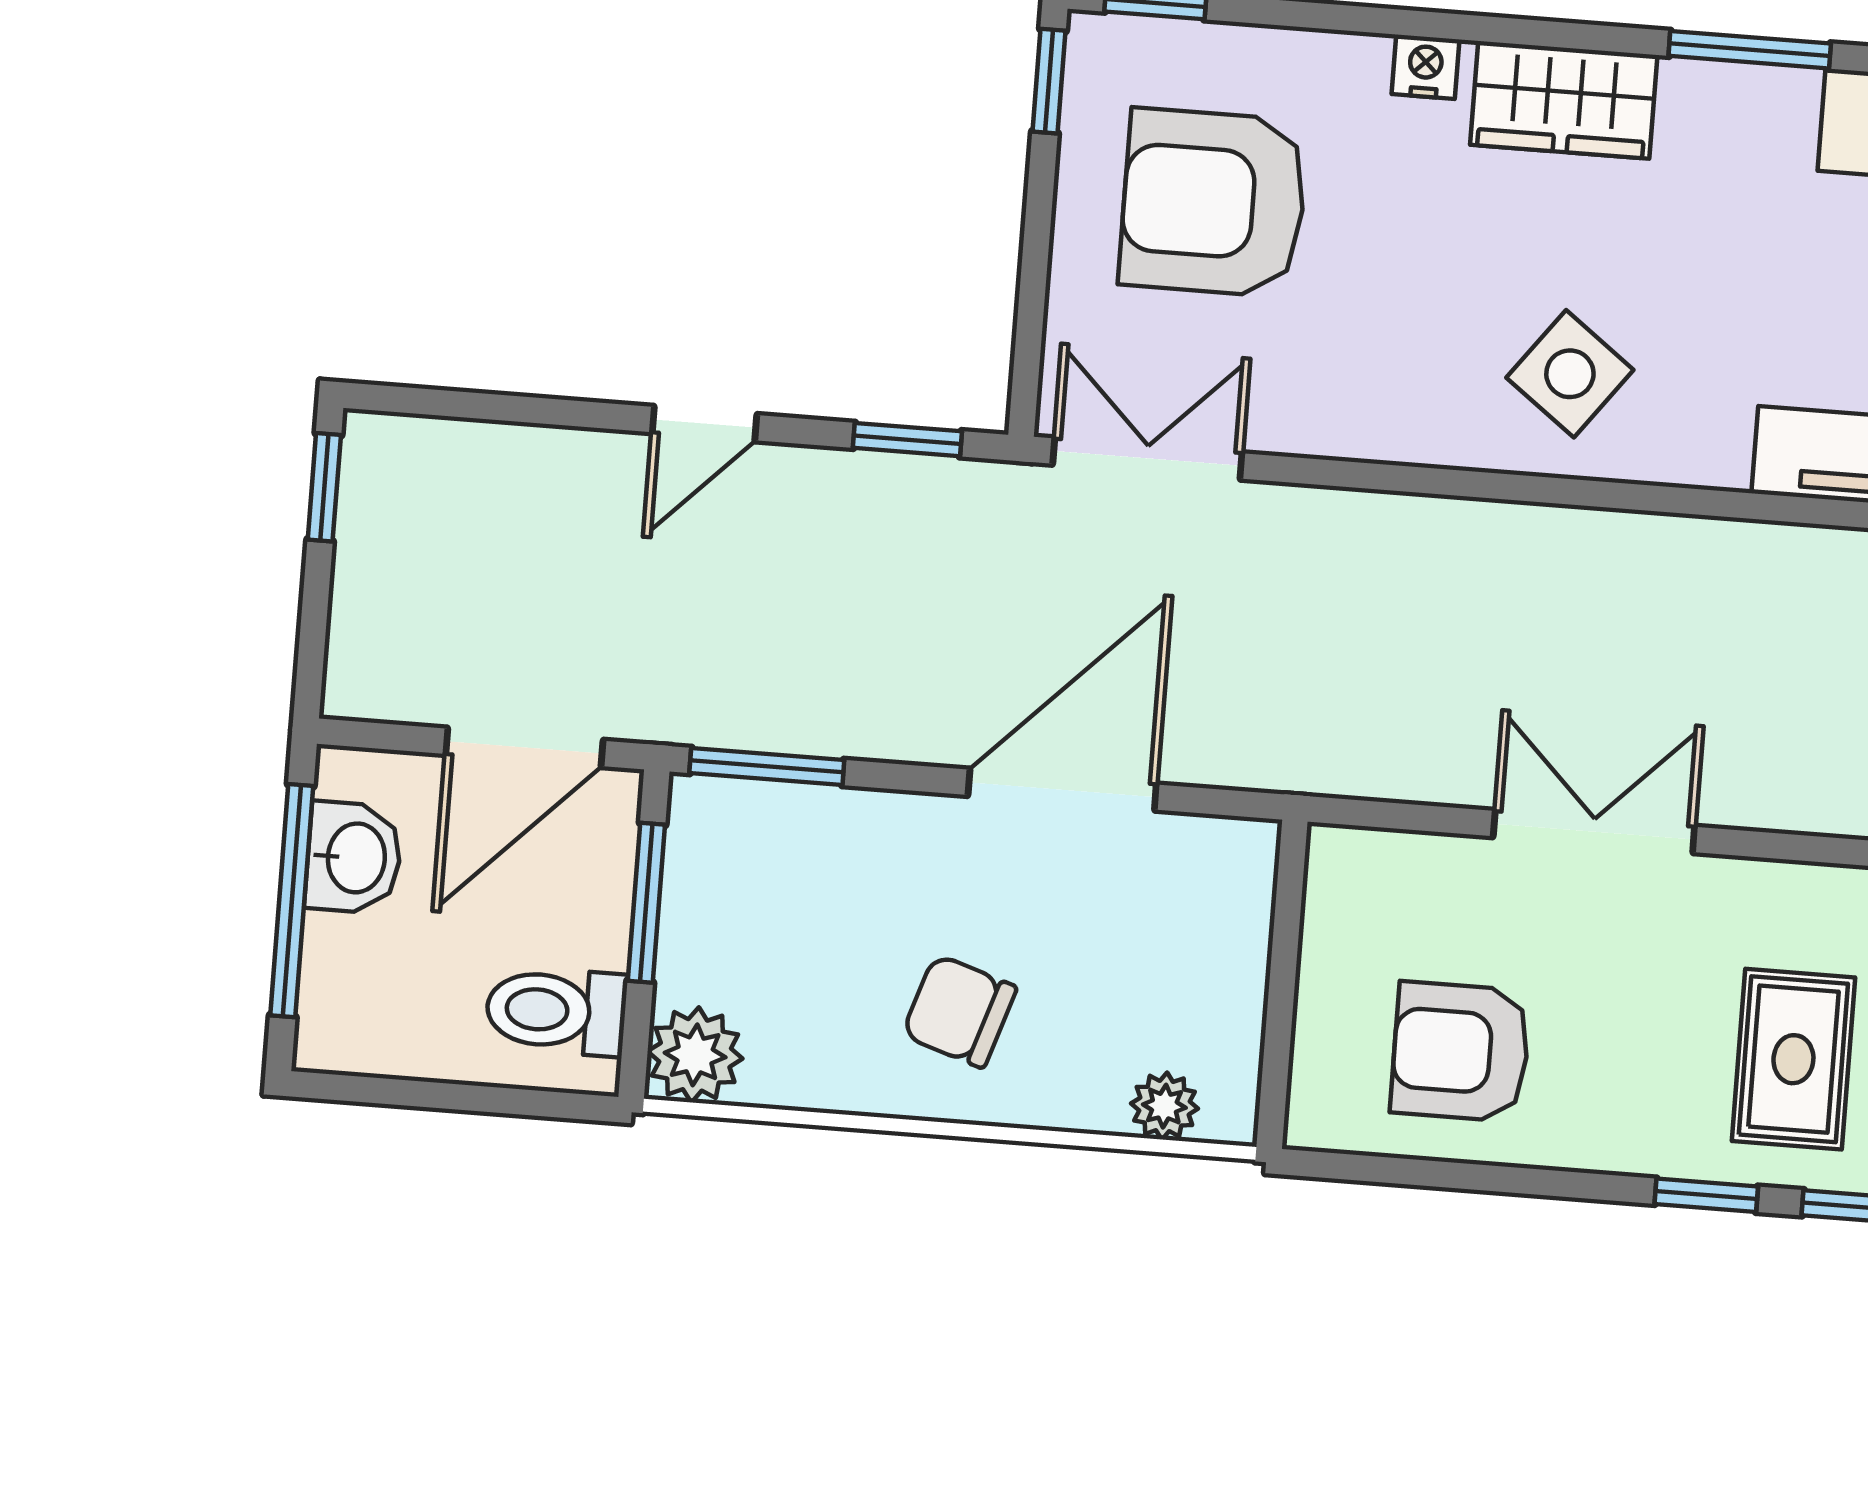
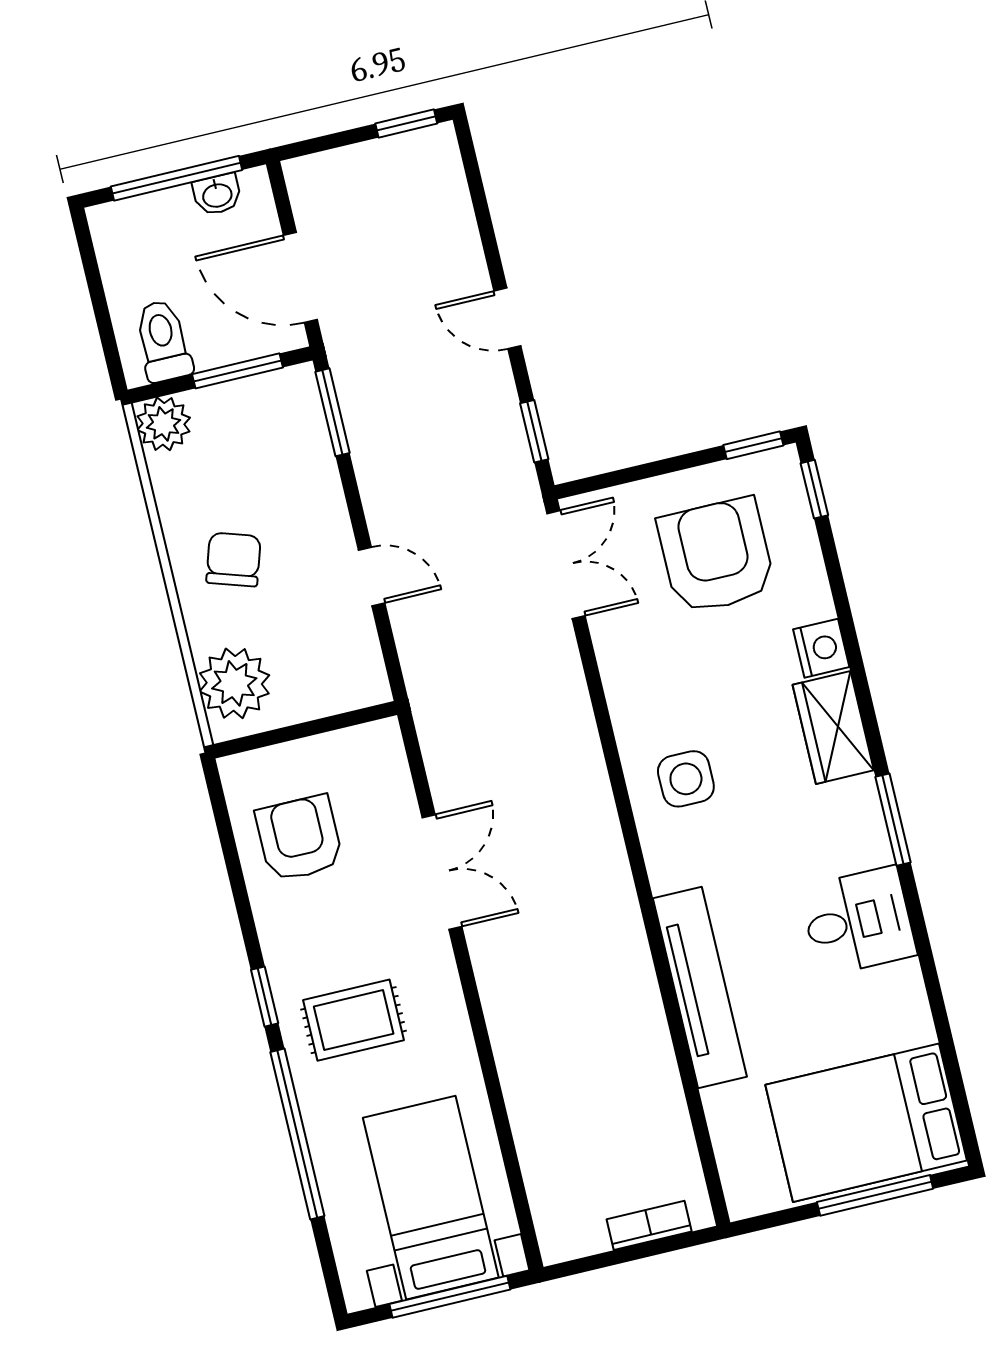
nightstand: (1425, 67) -> (821, 648), width x1.39, depth x1.35
side table: (1570, 374) -> (686, 779), turned -37
door: (1062, 790) -> (372, 576), width x0.53
washbasin: (354, 858) -> (217, 194), width x0.72, depth x0.69
plant: (1164, 1106) -> (234, 683), width x1.87, depth x1.87

